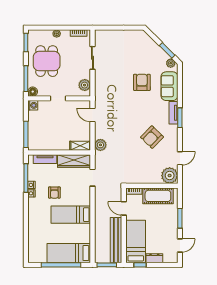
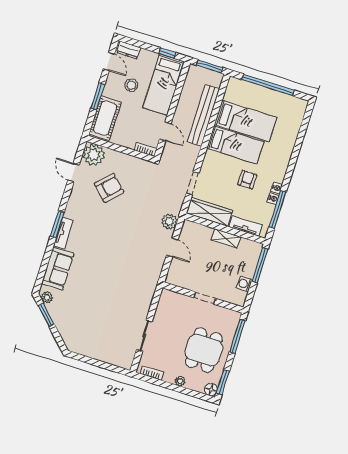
armchair: (142, 82) -> (91, 285), removed
plant: (85, 85) -> (165, 304), removed
floor lamp: (33, 92) -> (211, 390), moved
washing machine: (33, 105) -> (244, 284), moved
door: (92, 115) -> (172, 247), moved
armchair: (152, 137) -> (109, 188), moved
shelving: (80, 146) -> (226, 238), moved
door: (180, 158) -> (74, 173), hinge flipped
cot: (158, 196) -> (105, 118), moved, turned 90
stool: (158, 234) -> (131, 85), added
bench: (116, 240) -> (203, 115), moved
door: (180, 246) -> (109, 61), swing flipped
bed: (69, 253) -> (246, 121), moved
dresser: (154, 258) -> (129, 50), moved

